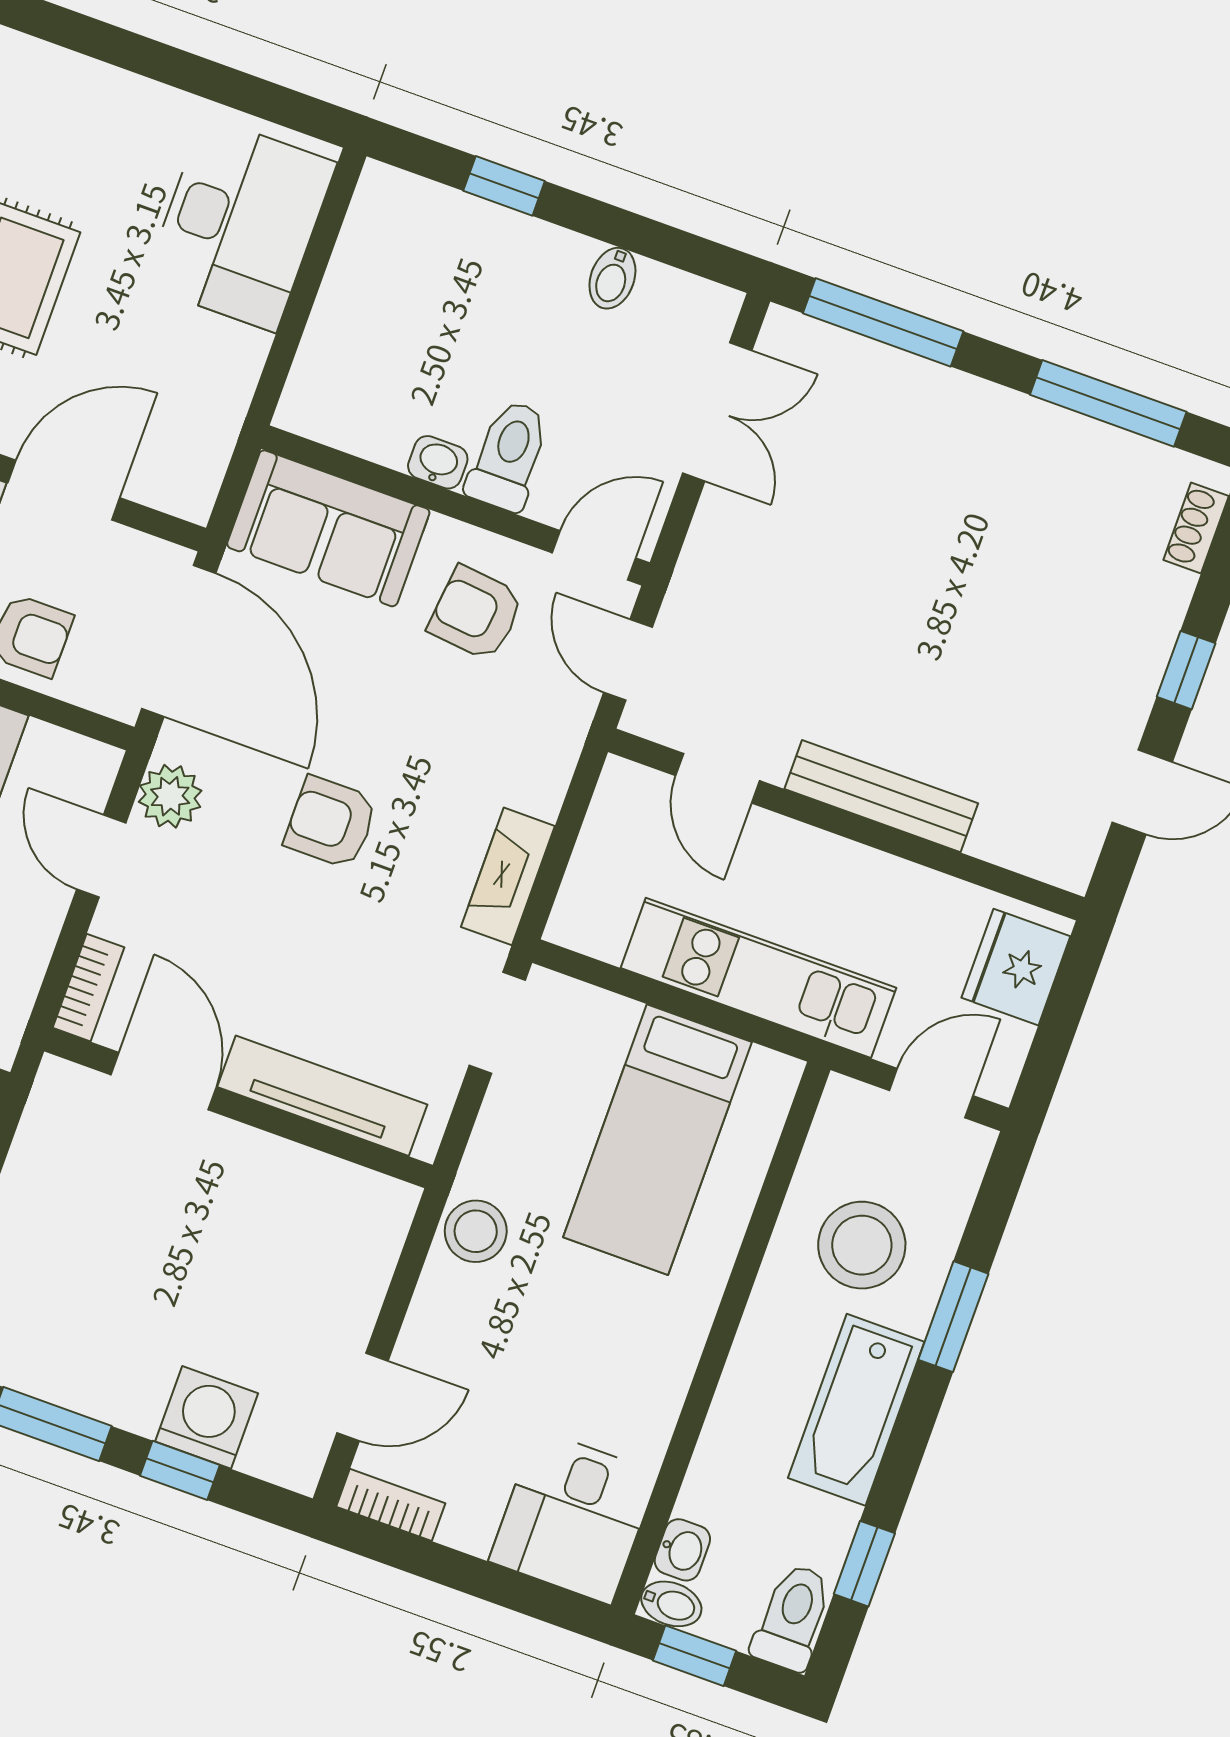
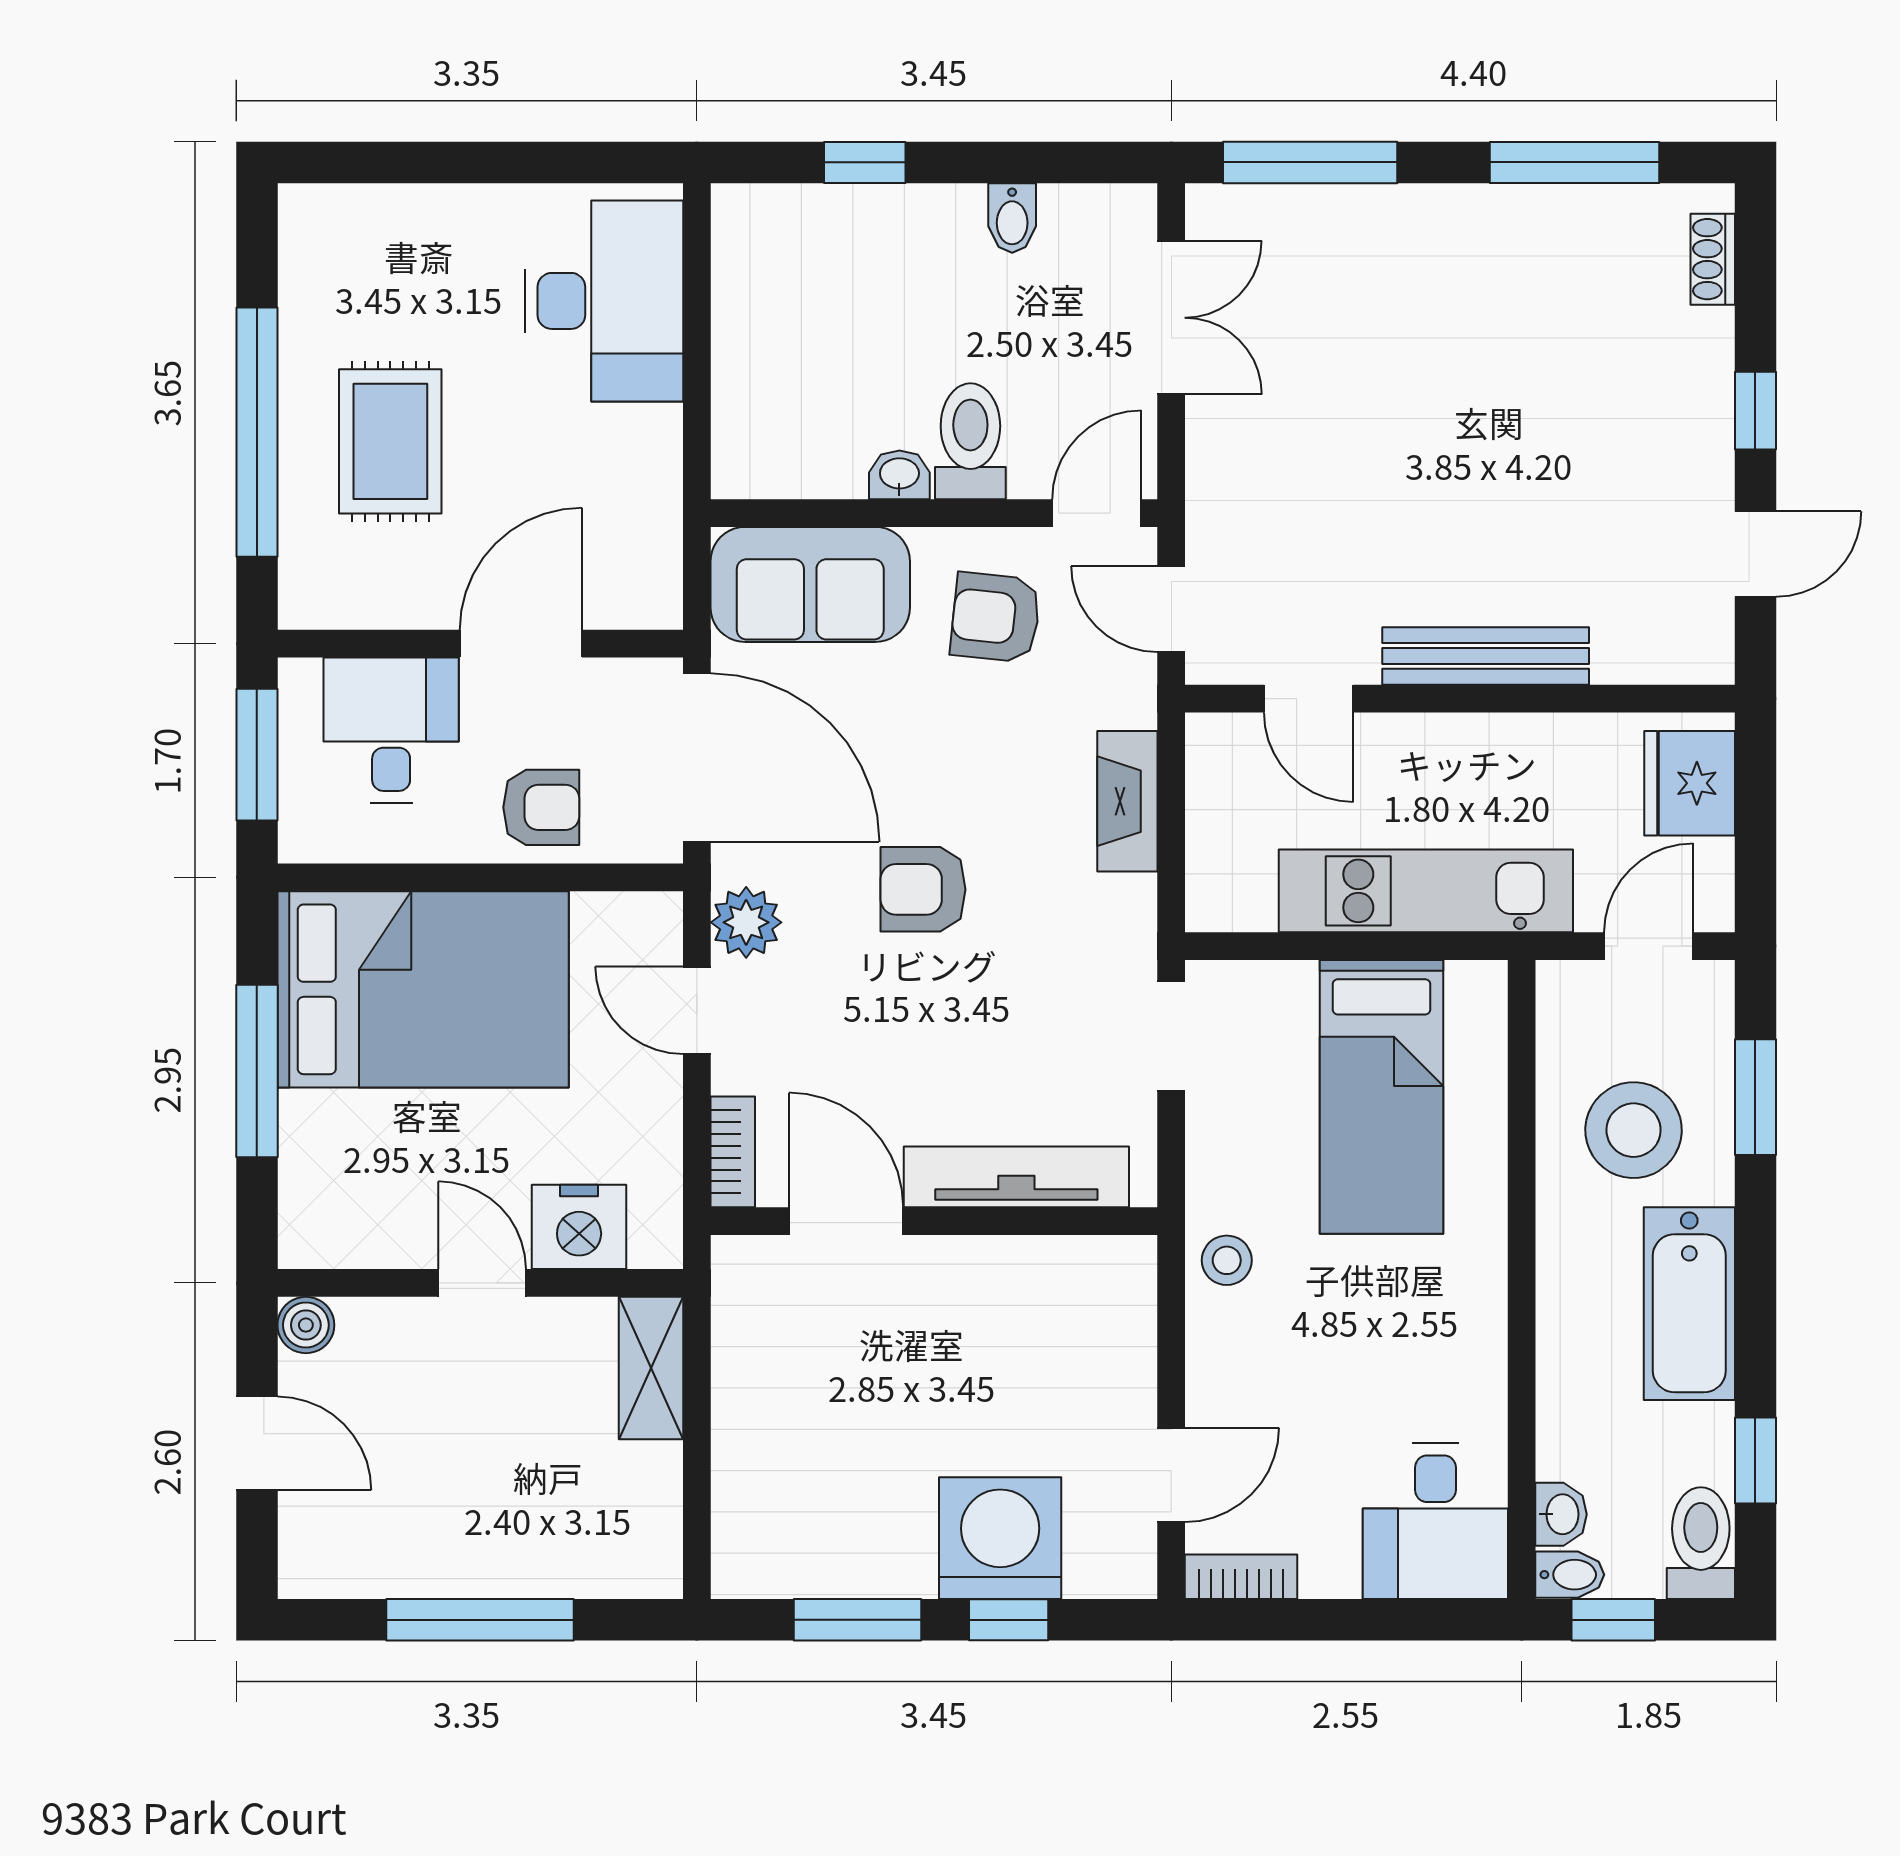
fireplace: (508, 876) -> (1127, 801), moved
stool: (476, 1231) -> (1227, 1260), width x0.73, depth x0.73
window: (953, 1317) -> (1755, 1097), moved
washing machine: (207, 1417) -> (1000, 1538), width x1.37, depth x1.37

